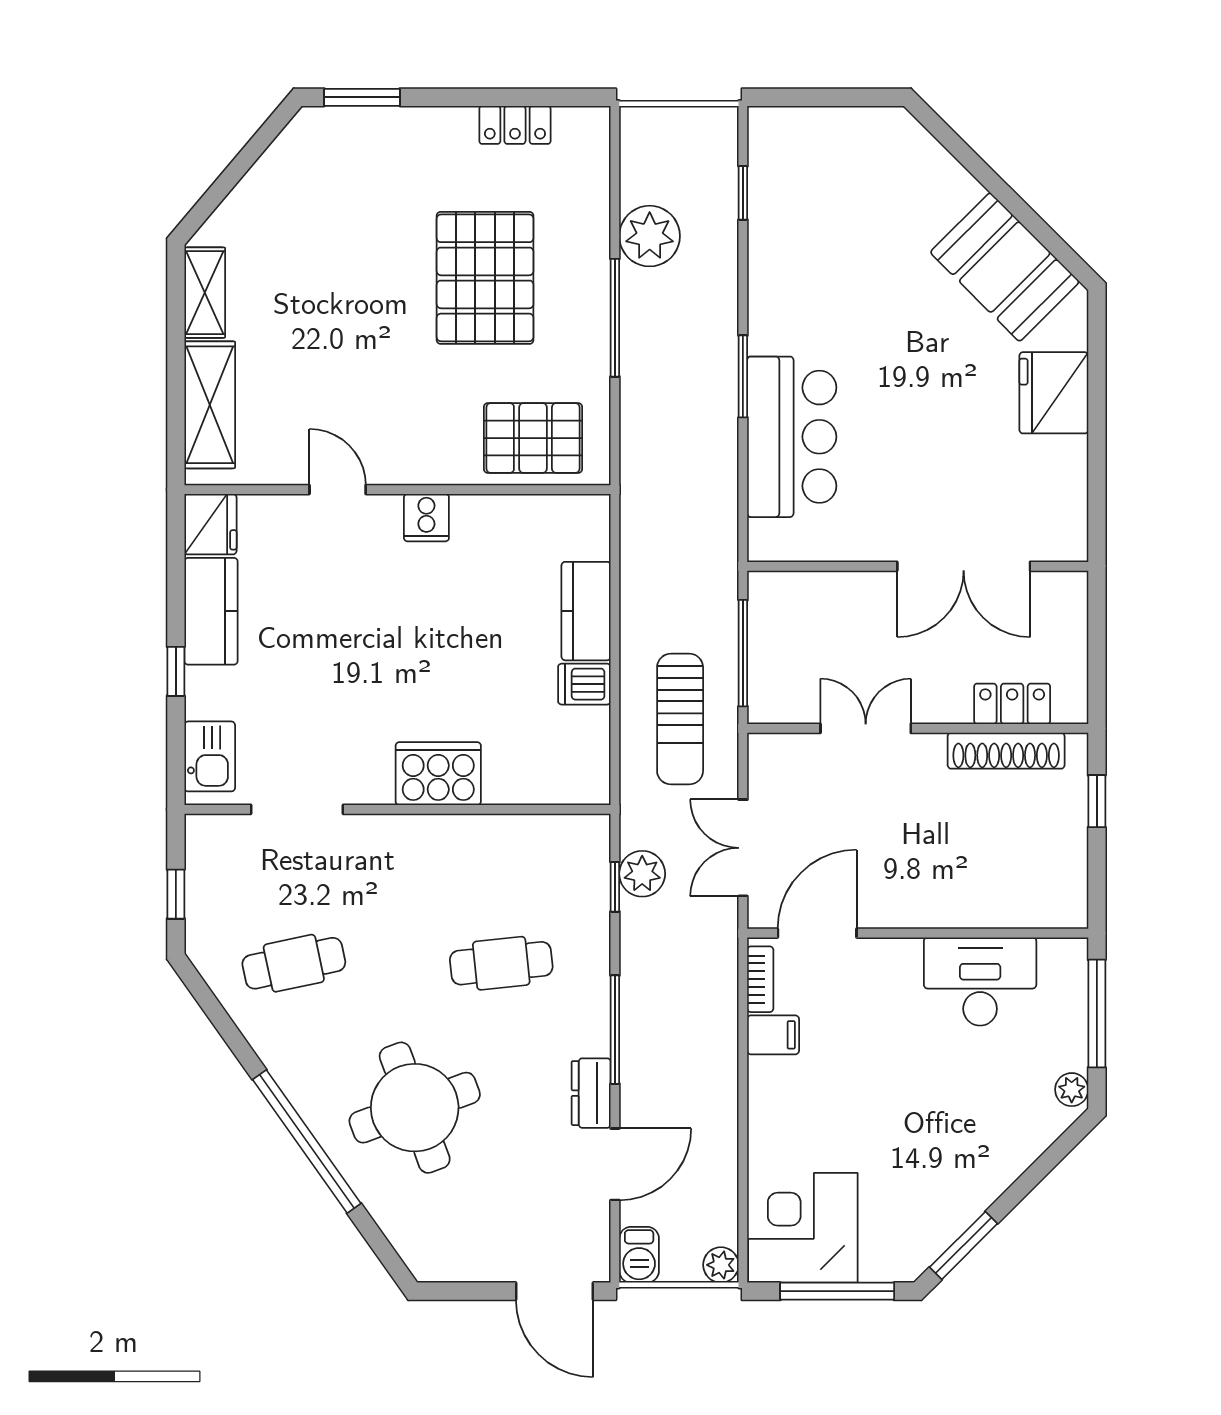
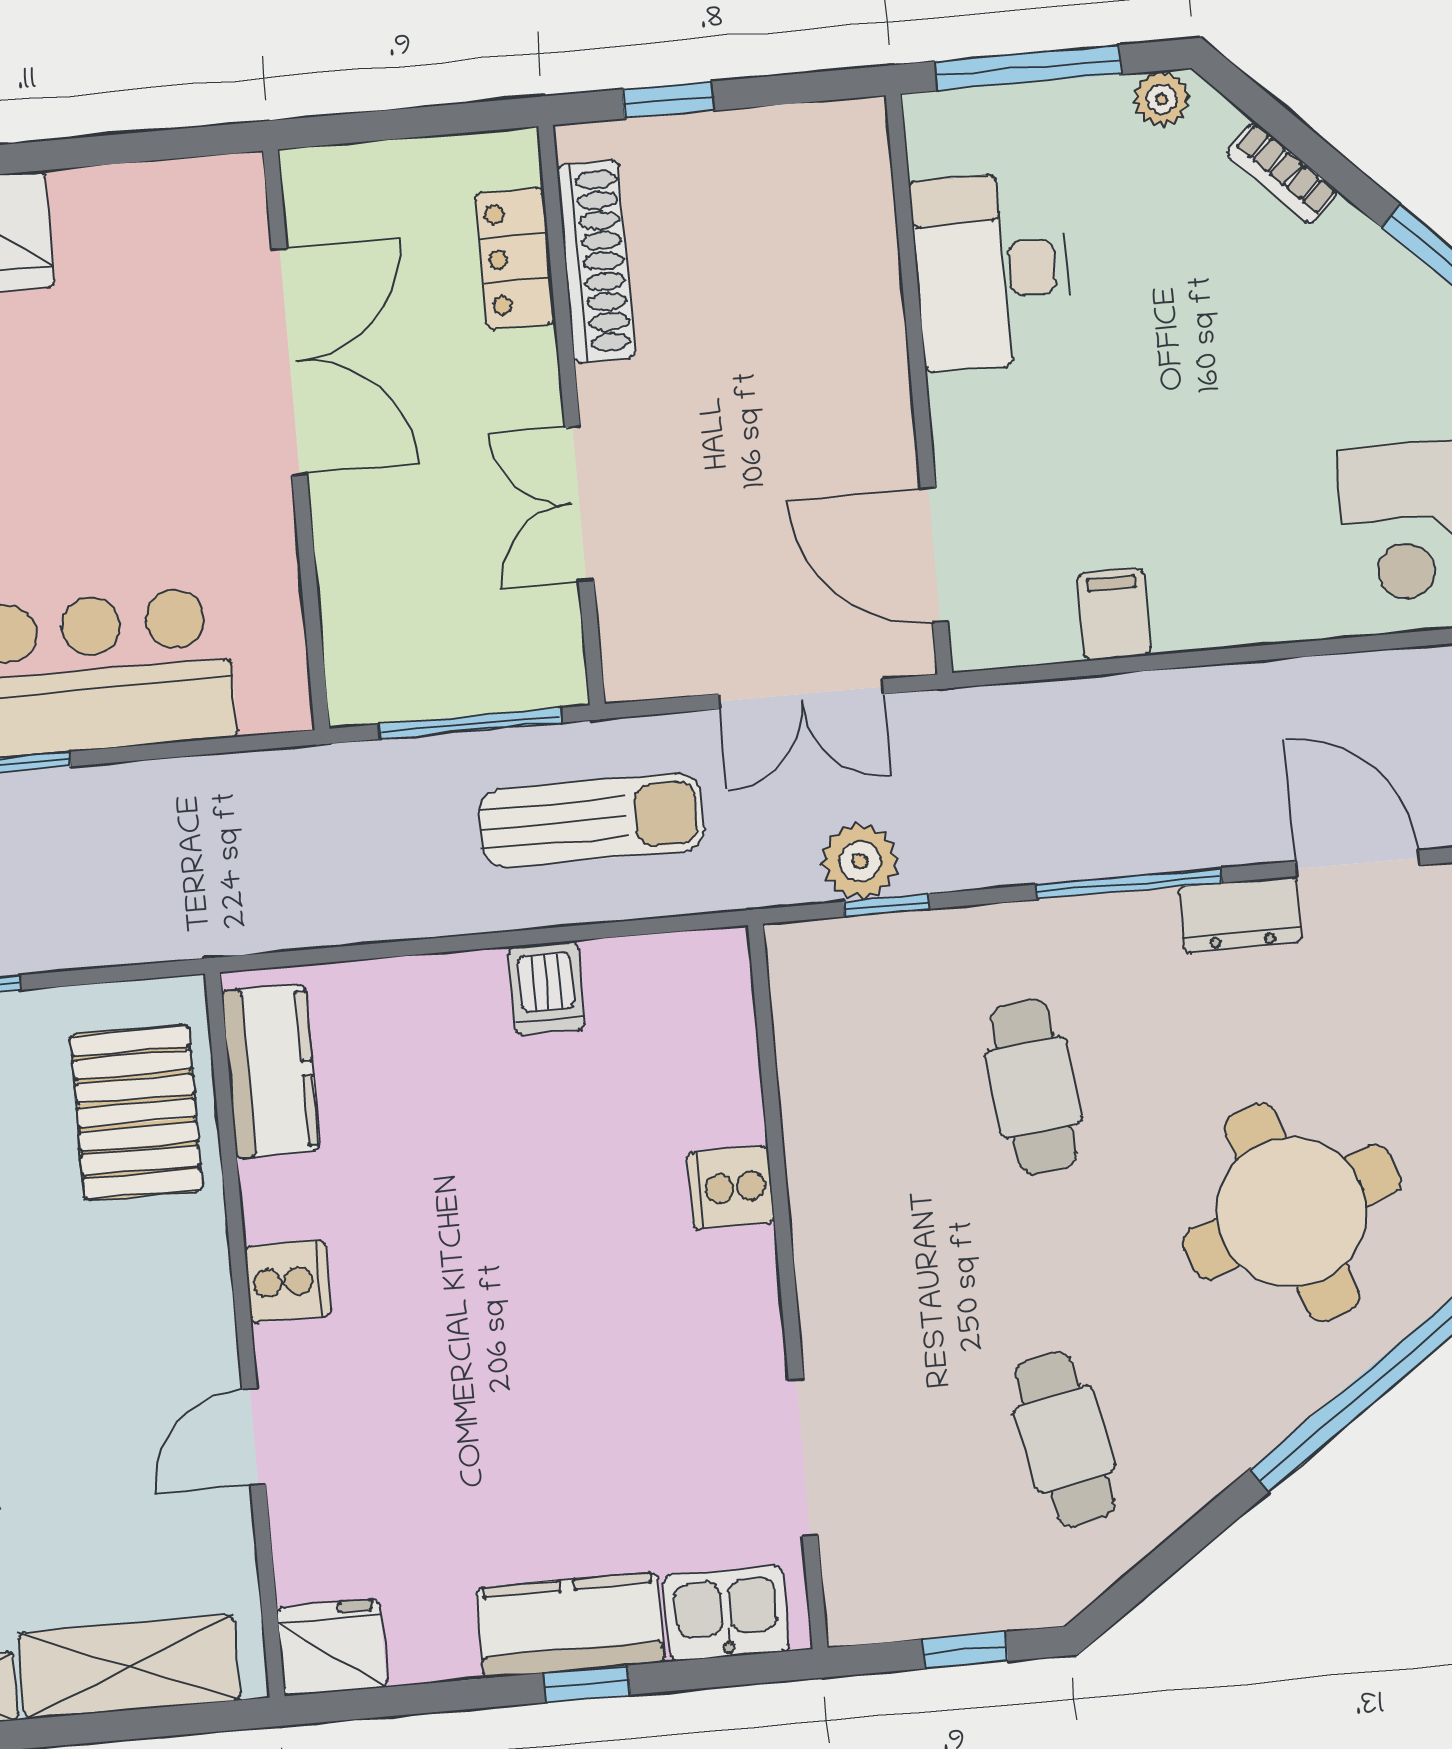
kitchen counter: (211, 611) -> (570, 1625), moved
kitchen counter: (586, 611) -> (271, 1071), moved, turned -90
cooker: (438, 774) -> (731, 1188), width x0.53, depth x0.76
bookcase: (760, 979) -> (1282, 173), moved, turned -135

